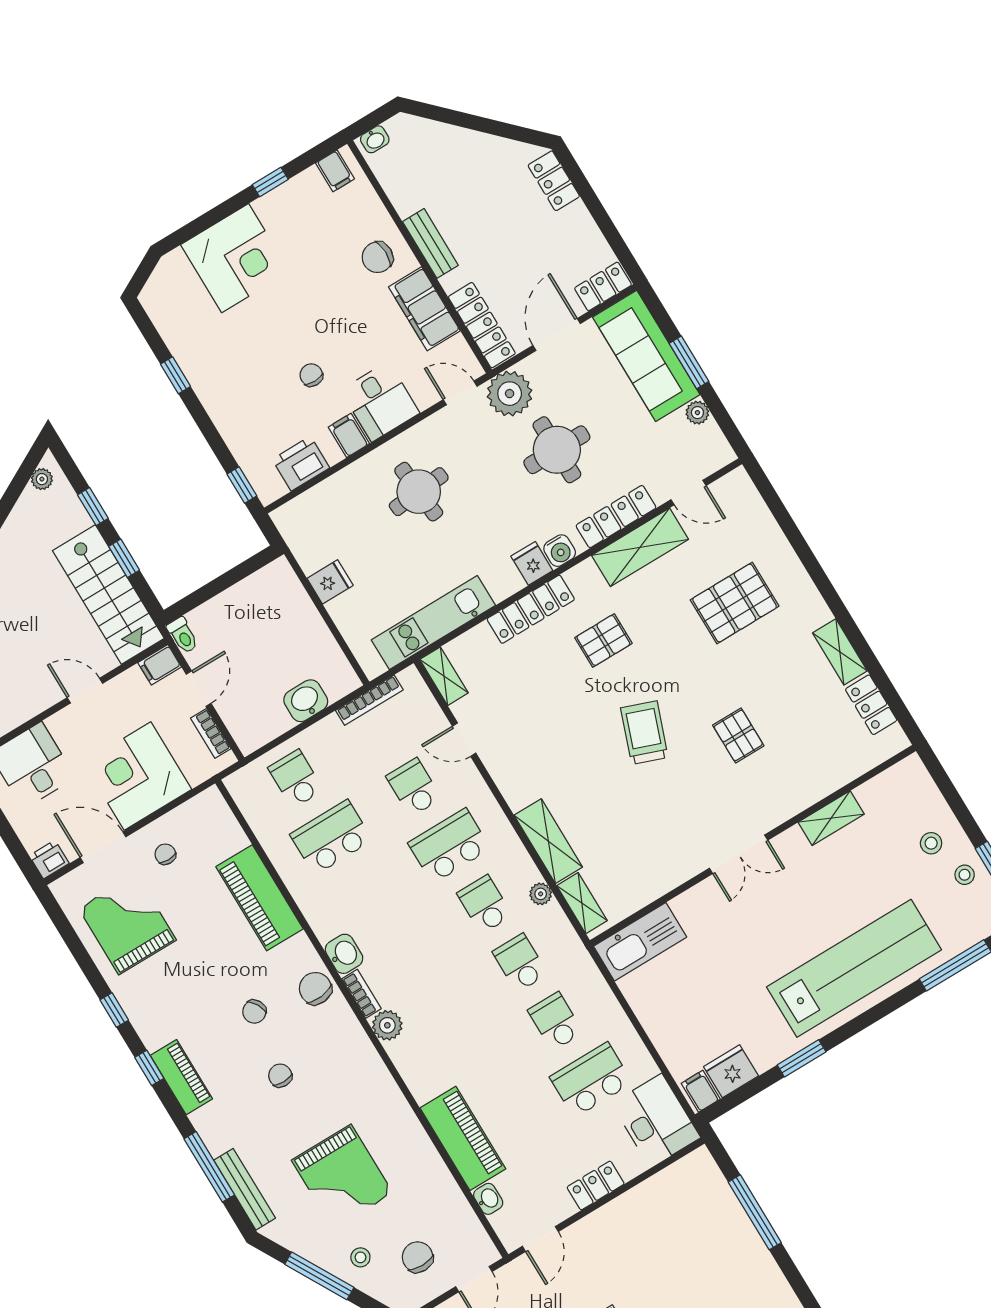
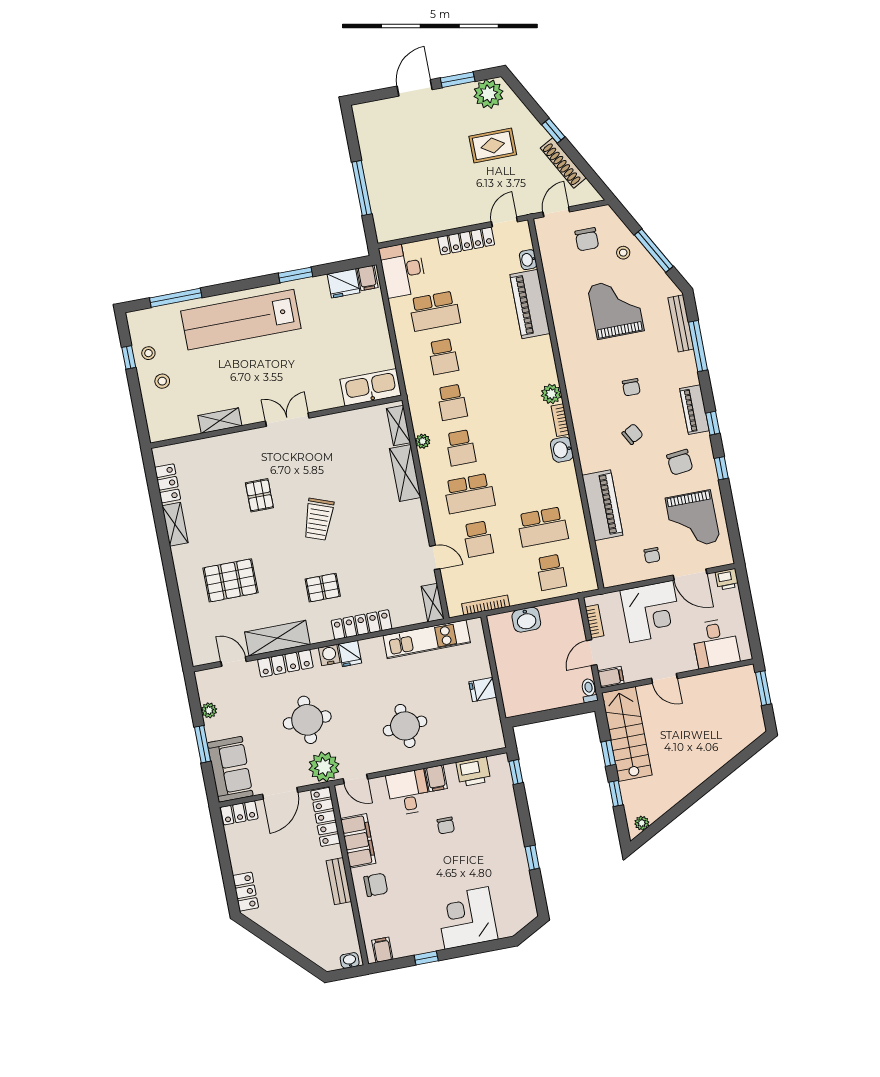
sofa: (646, 356) -> (230, 769), width x0.73
chair: (315, 988) -> (680, 462), moved
locker: (596, 1185) -> (466, 241), width x1.53

